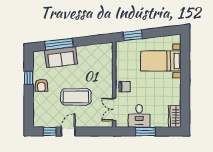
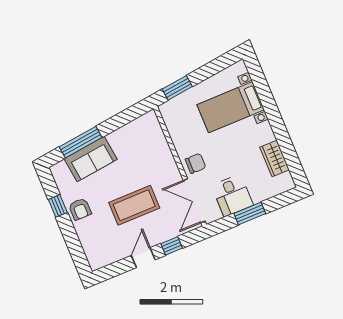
double door: (114, 109) -> (194, 201), width x1.37
wardrobe: (175, 117) -> (275, 158), moved
window: (50, 132) -> (172, 246), moved

